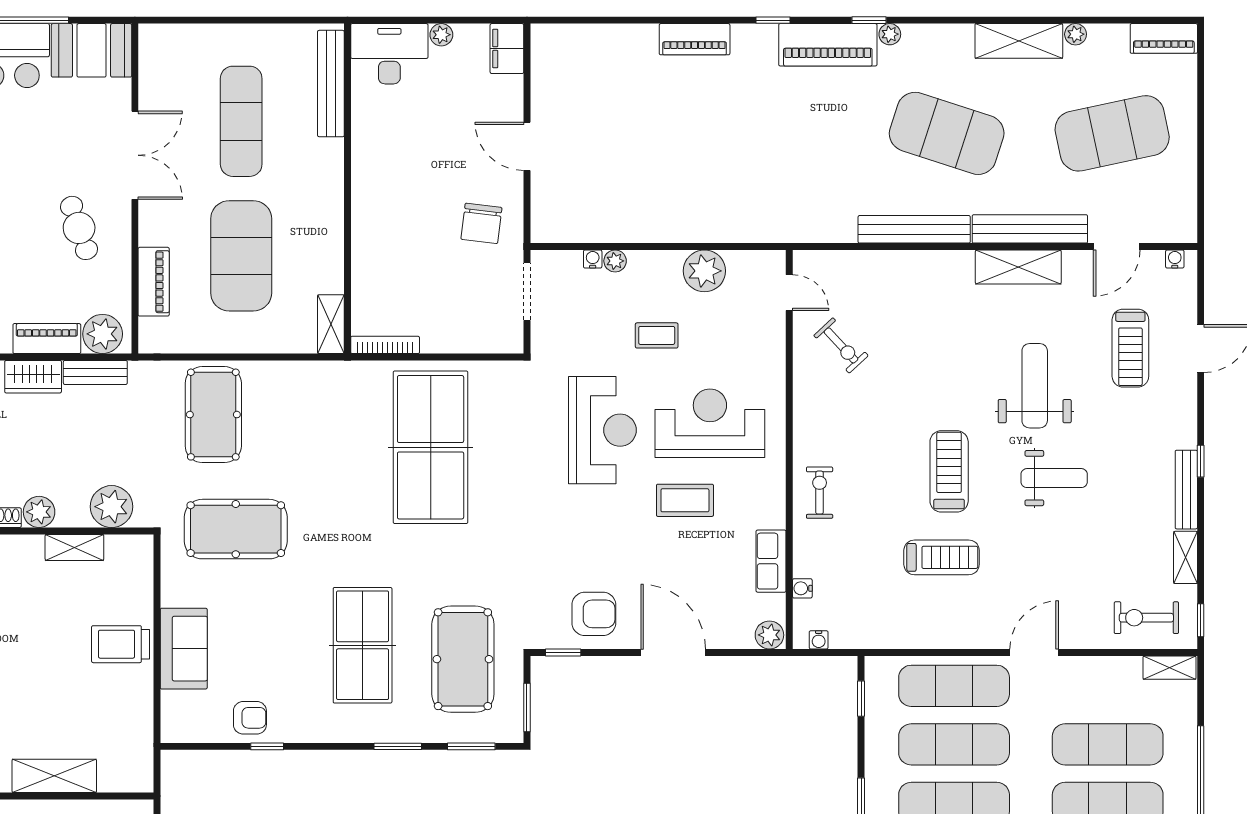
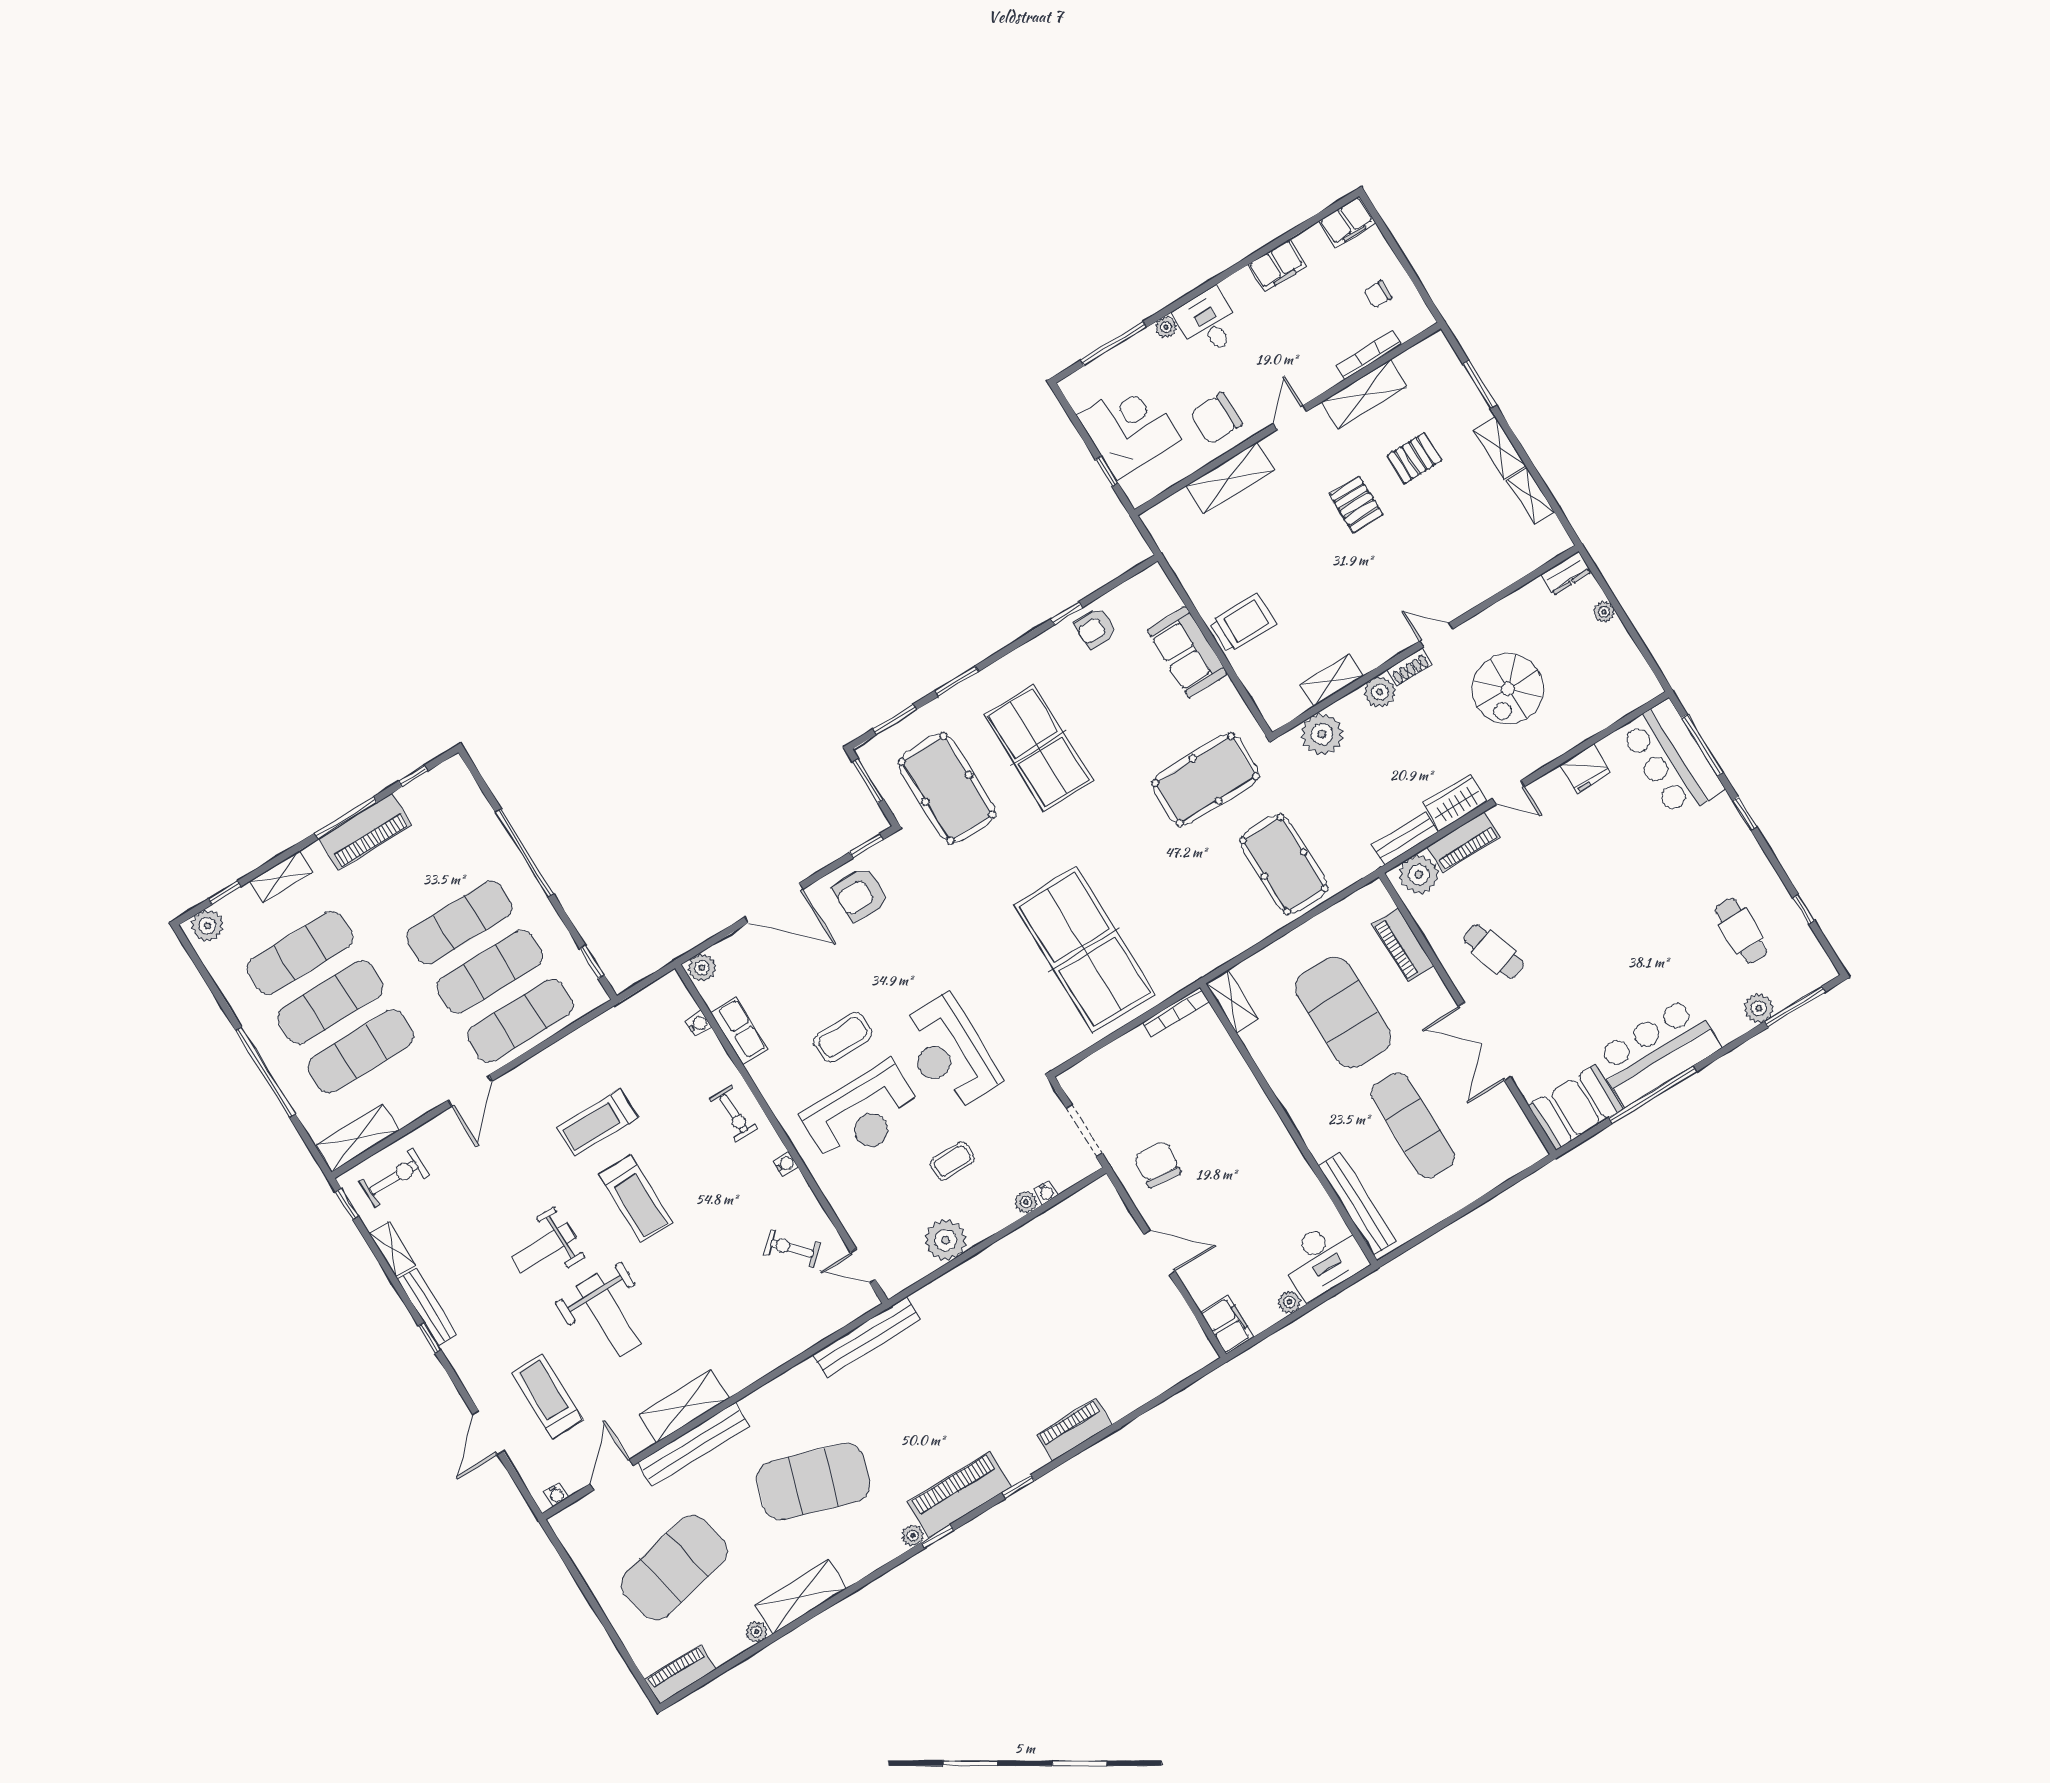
bench: (914, 229) -> (867, 1337), moved
water cooler: (819, 640) -> (785, 1164), moved, turned 90
shelving: (1170, 668) -> (358, 1138), width x1.50, depth x1.33

